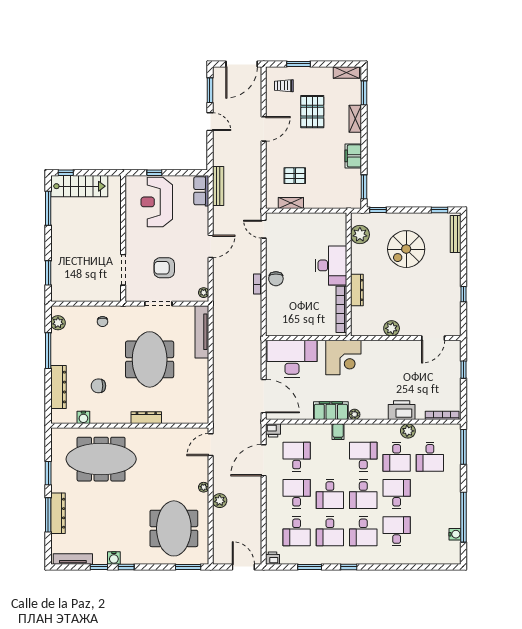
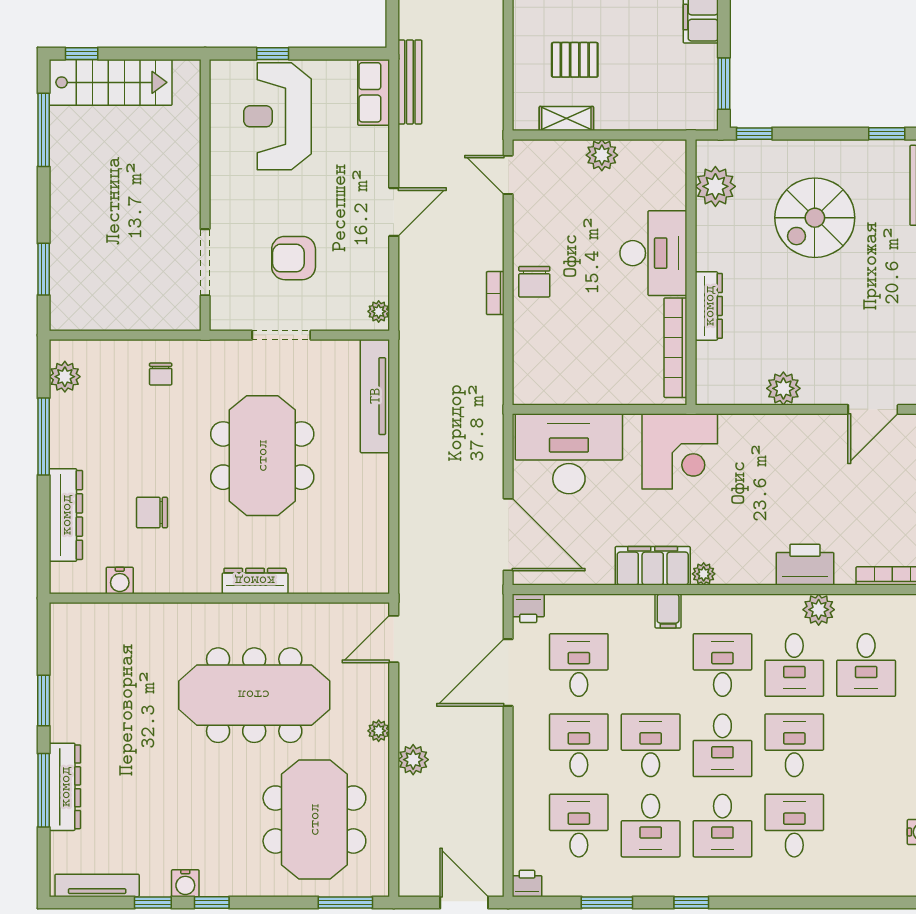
plant: (307, 220) -> (602, 155), added
meeting table: (101, 459) -> (254, 695), moved
desk: (330, 494) -> (651, 745), turned 180
desk: (297, 531) -> (579, 826), turned 180

